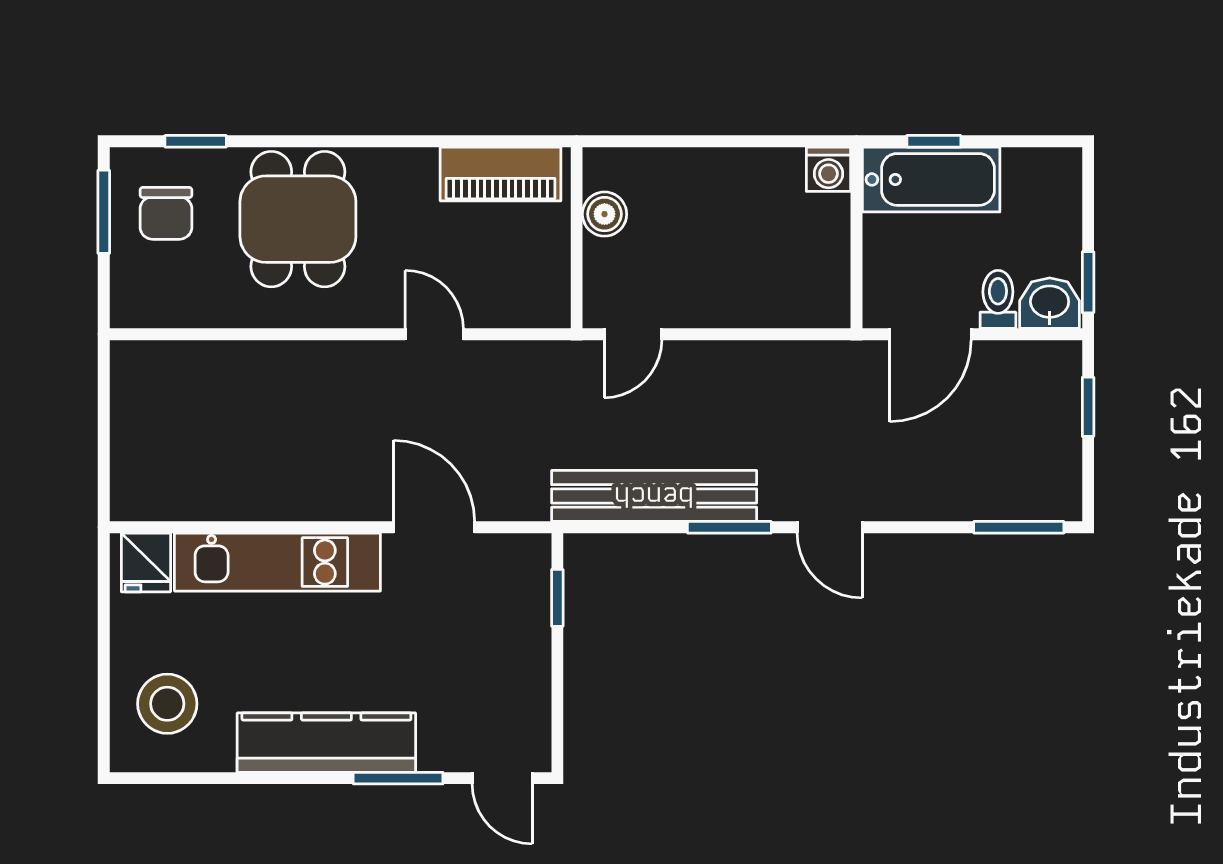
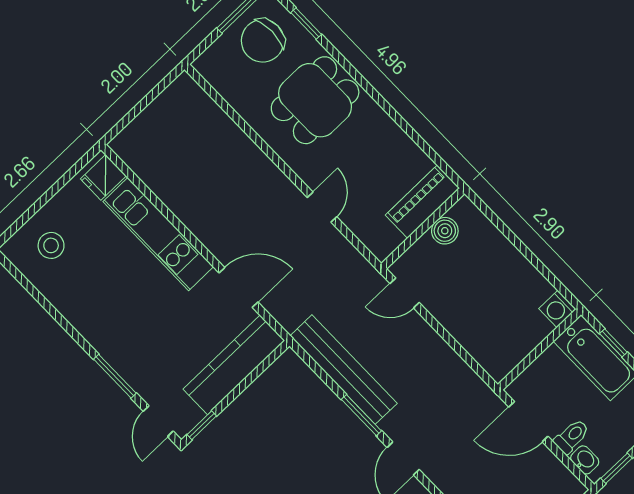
piano: (500, 174) -> (422, 202), moved, turned 90
chair: (166, 213) -> (263, 41), width x1.37, depth x1.37
washbasin: (1050, 303) -> (585, 460), width x0.72, depth x0.69
door: (434, 527) -> (238, 287), hinge flipped
window: (557, 598) -> (202, 425), moved
stool: (167, 704) -> (51, 245), width x0.73, depth x0.73
kitchen counter: (326, 743) -> (234, 365), moved, turned -90

